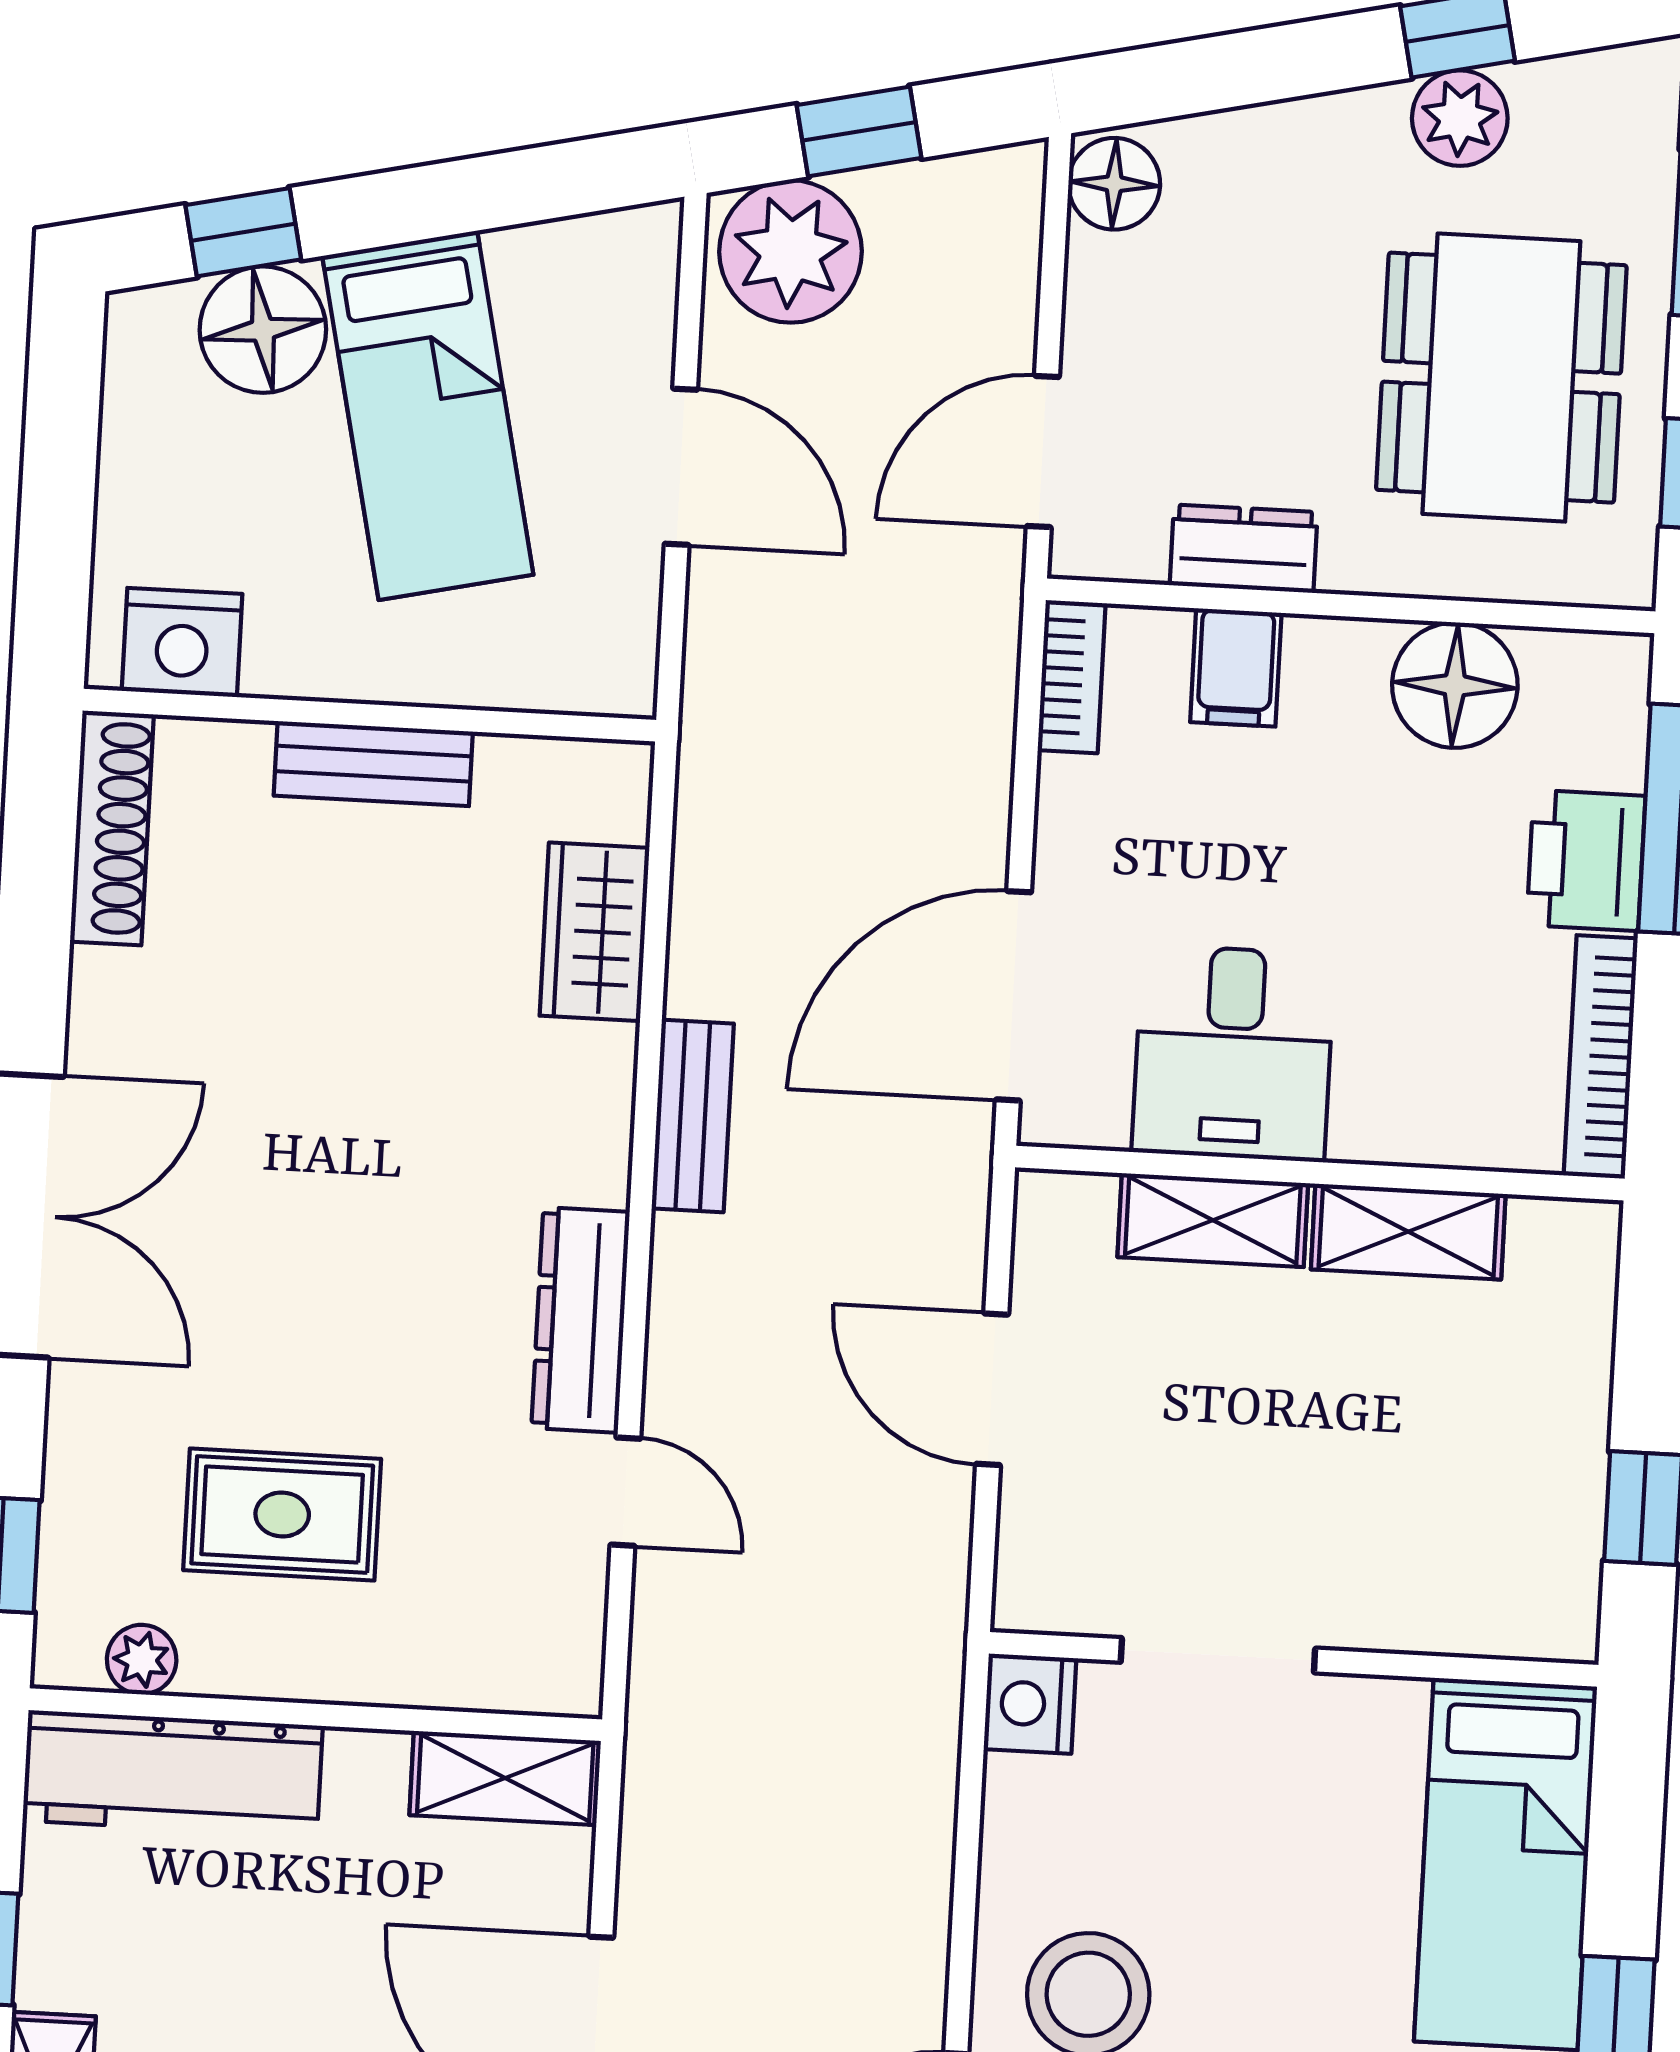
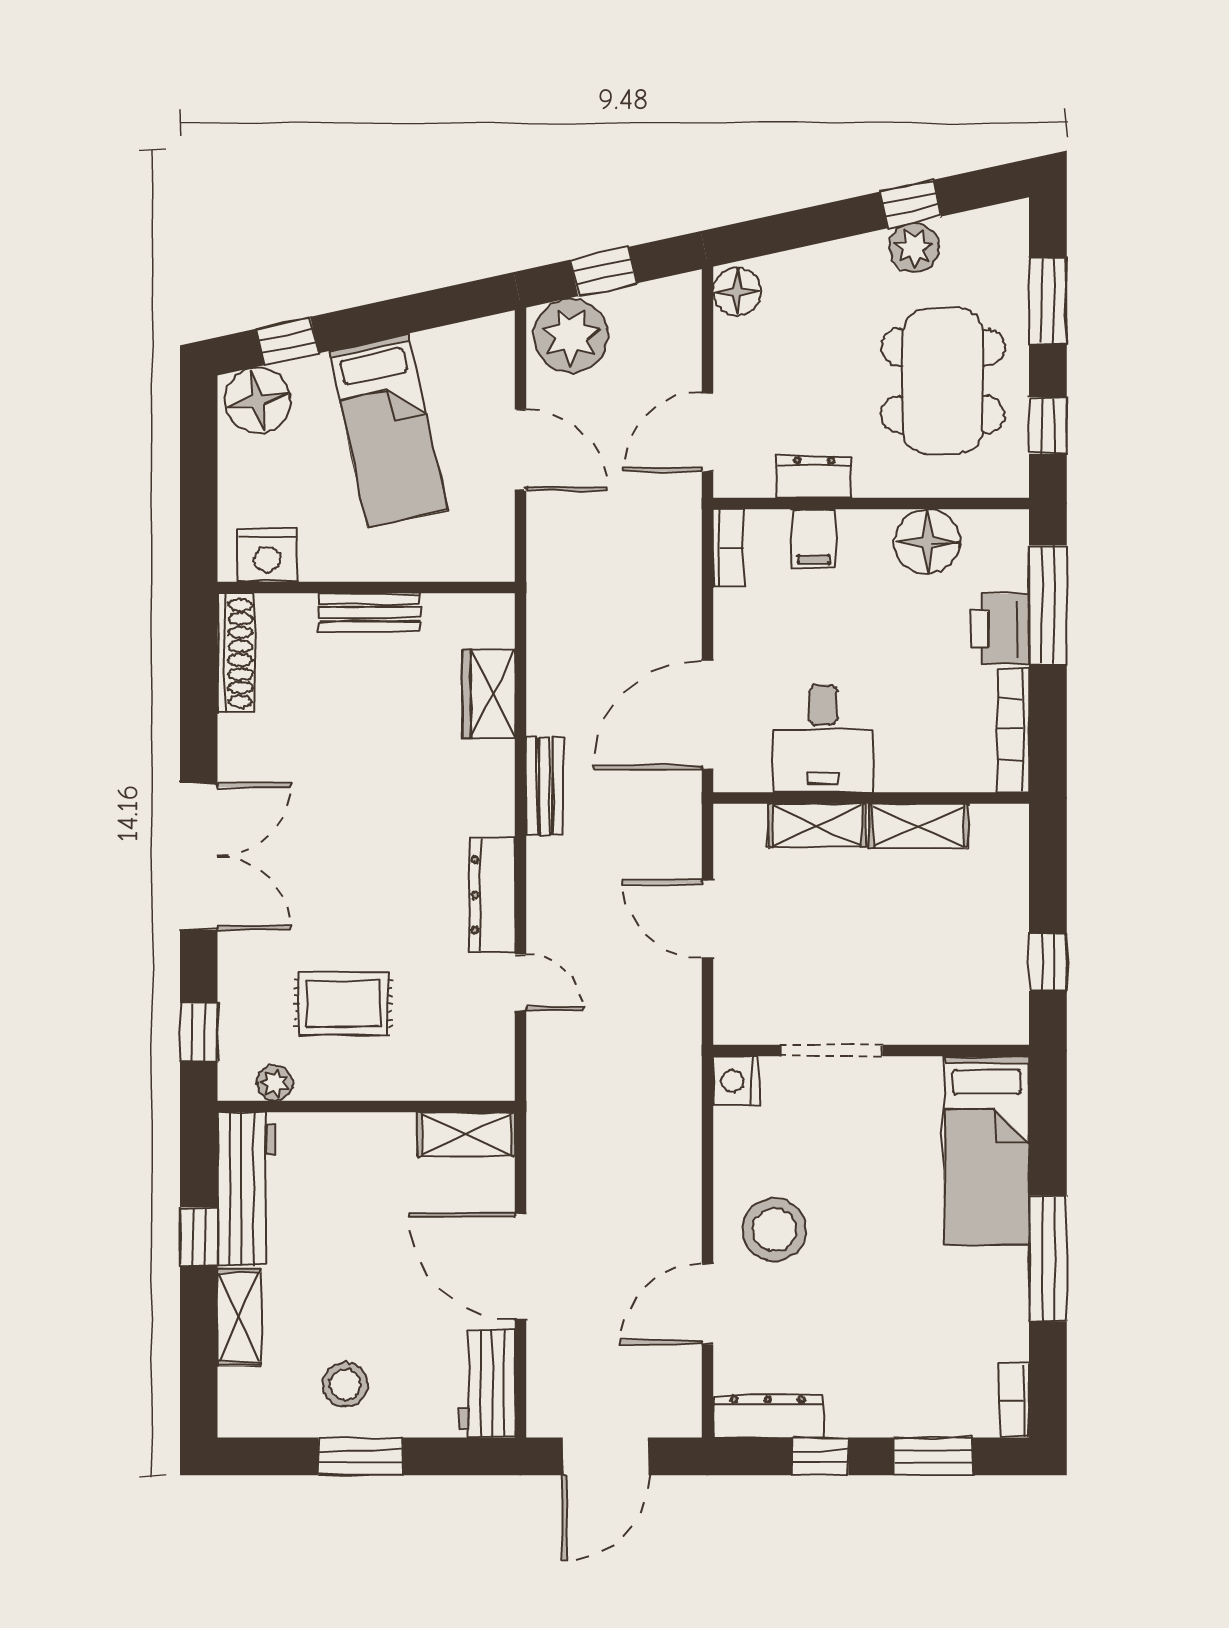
floor lamp: (263, 330) -> (258, 400), moved
workbench: (173, 1773) -> (246, 1189), moved, turned -90

